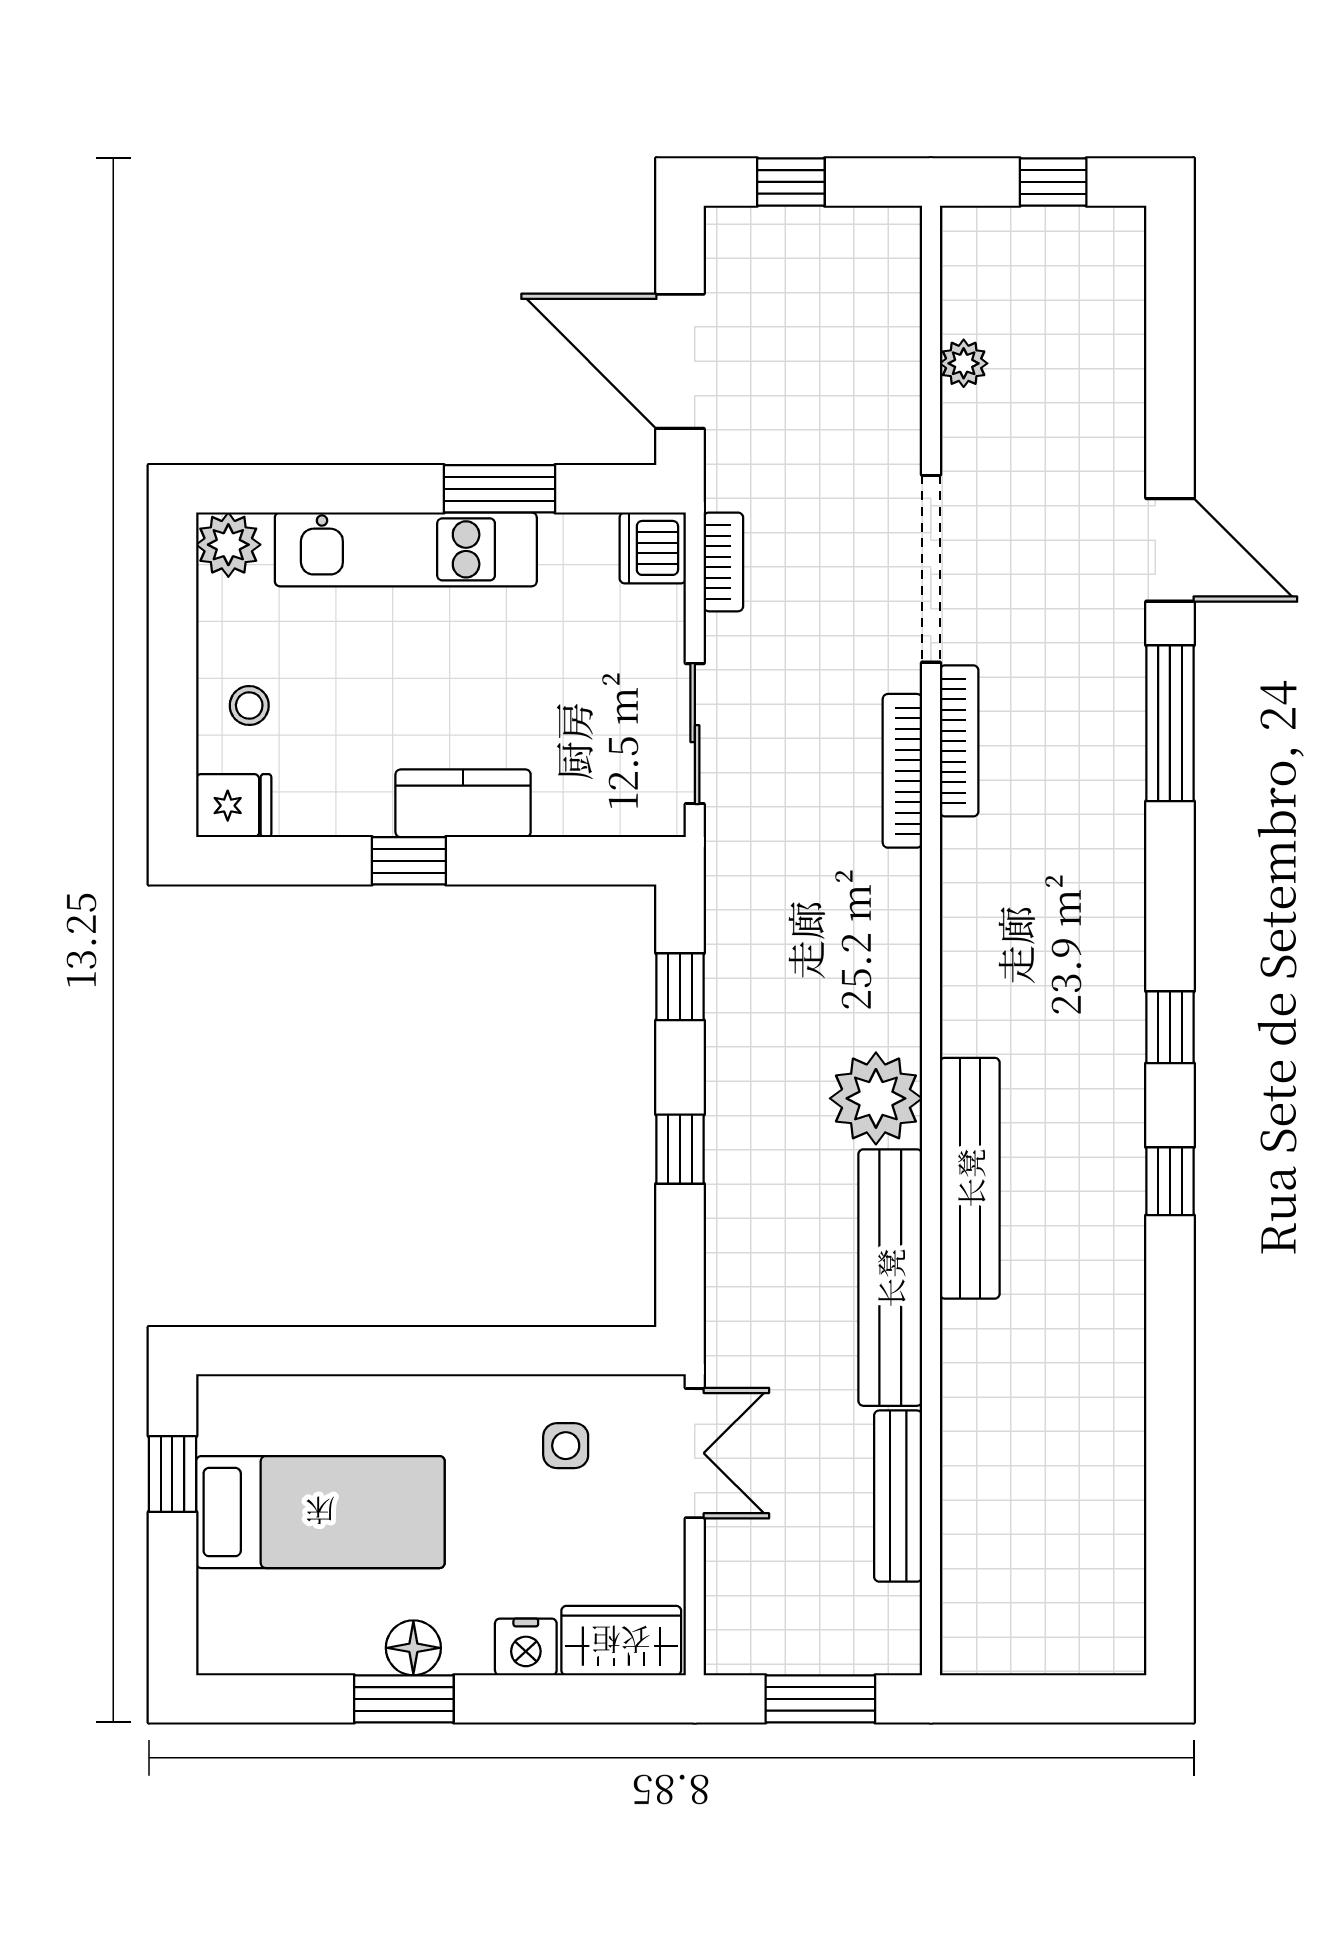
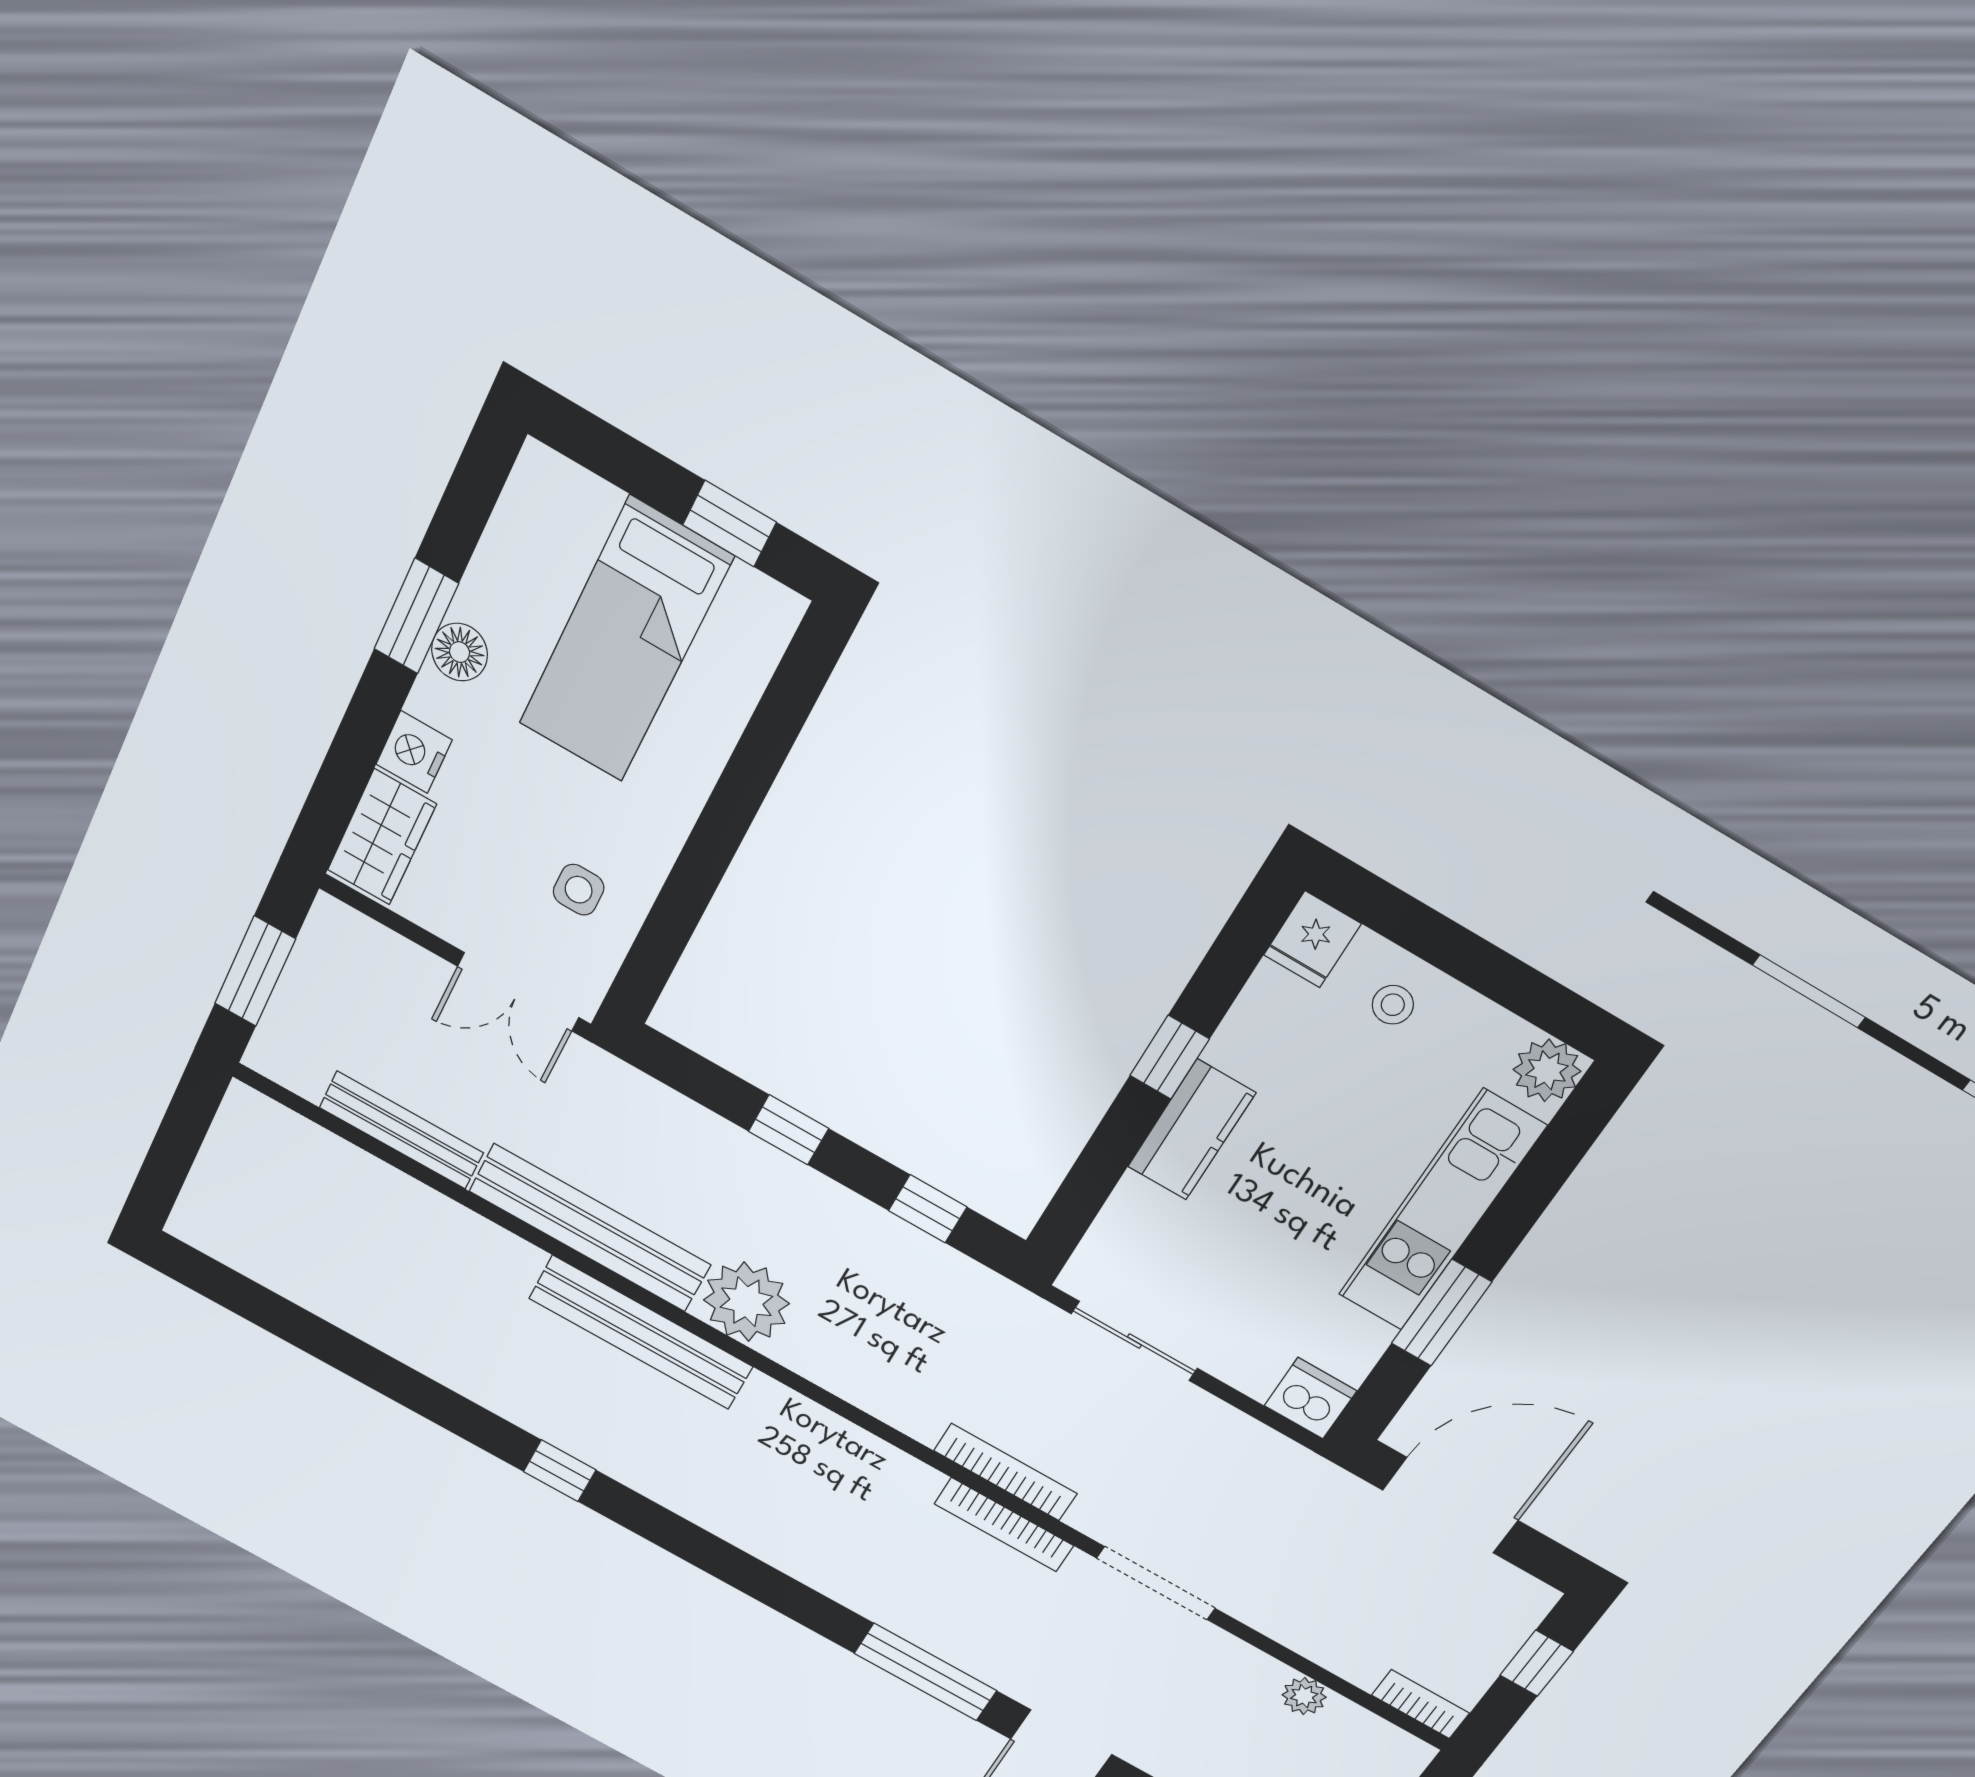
bookcase: (723, 562) -> (1421, 1704), moved, turned 180
doorway: (931, 569) -> (1156, 1583), width x0.73
window: (1170, 1027) -> (684, 1539), removed

